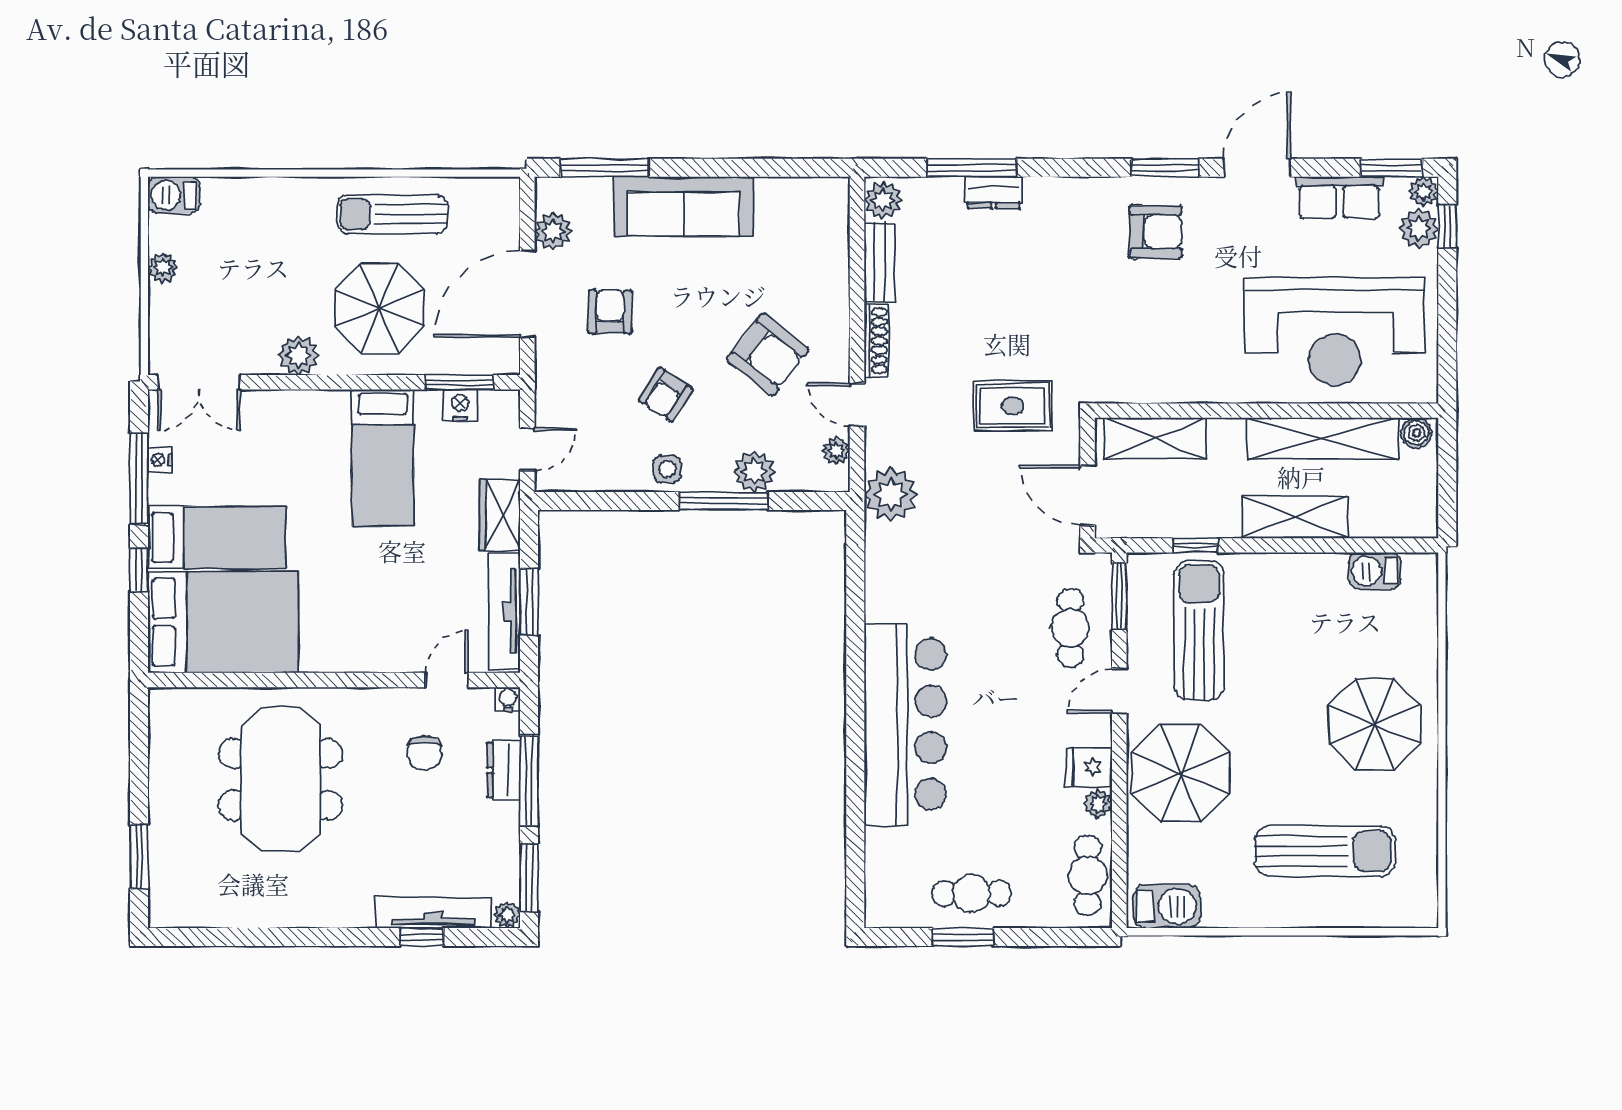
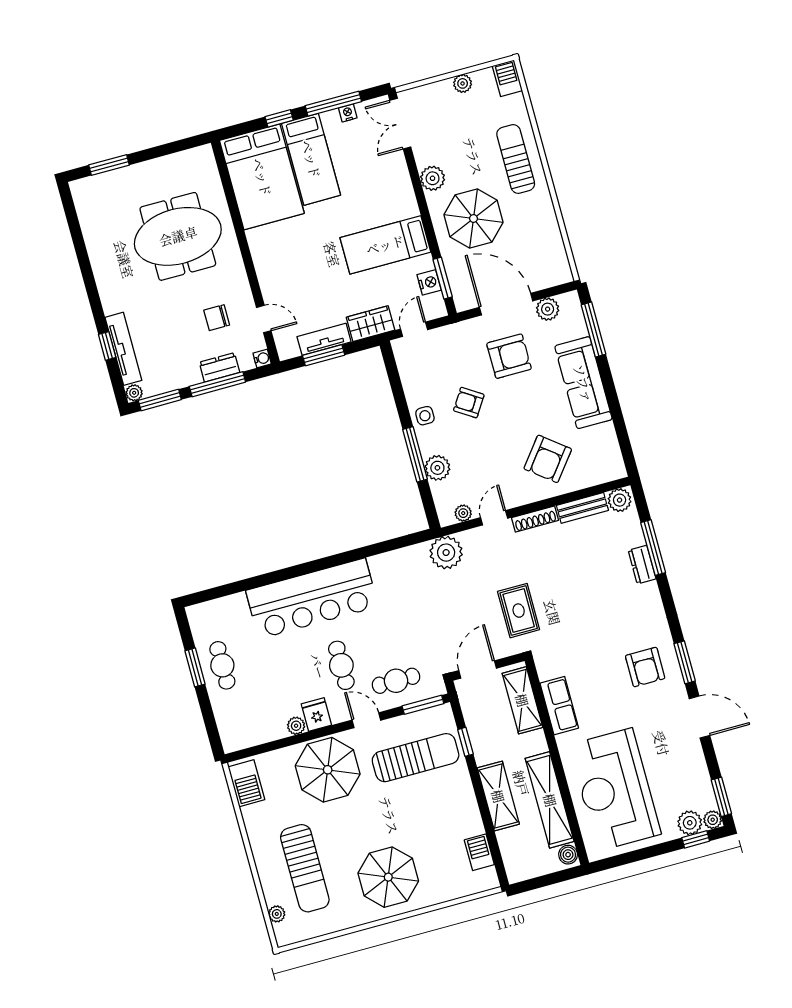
row of seats: (1339, 197) -> (559, 706), moved, turned 180
sun lounger: (392, 214) -> (516, 159), moved
armchair: (610, 312) -> (509, 356), width x1.38, depth x1.38
armchair: (768, 355) -> (548, 459), moved
door: (527, 449) -> (414, 329), swing flipped
tv unit: (504, 611) -> (324, 339), width x0.71
cafe table: (1088, 875) -> (341, 665), moved, turned 90
plant: (1385, 915) -> (277, 914), added

